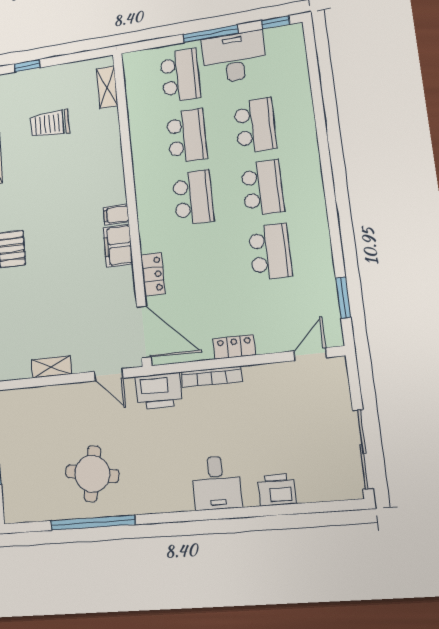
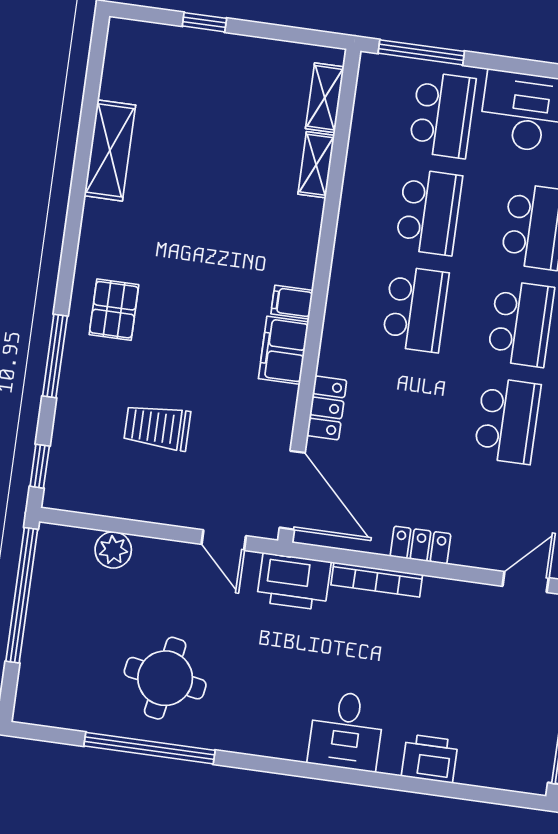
window: (211, 34) -> (421, 52), moved
trolley: (50, 124) -> (157, 427), moved
shelving: (52, 367) -> (316, 165), moved, turned 90
plant: (43, 398) -> (113, 550), added

